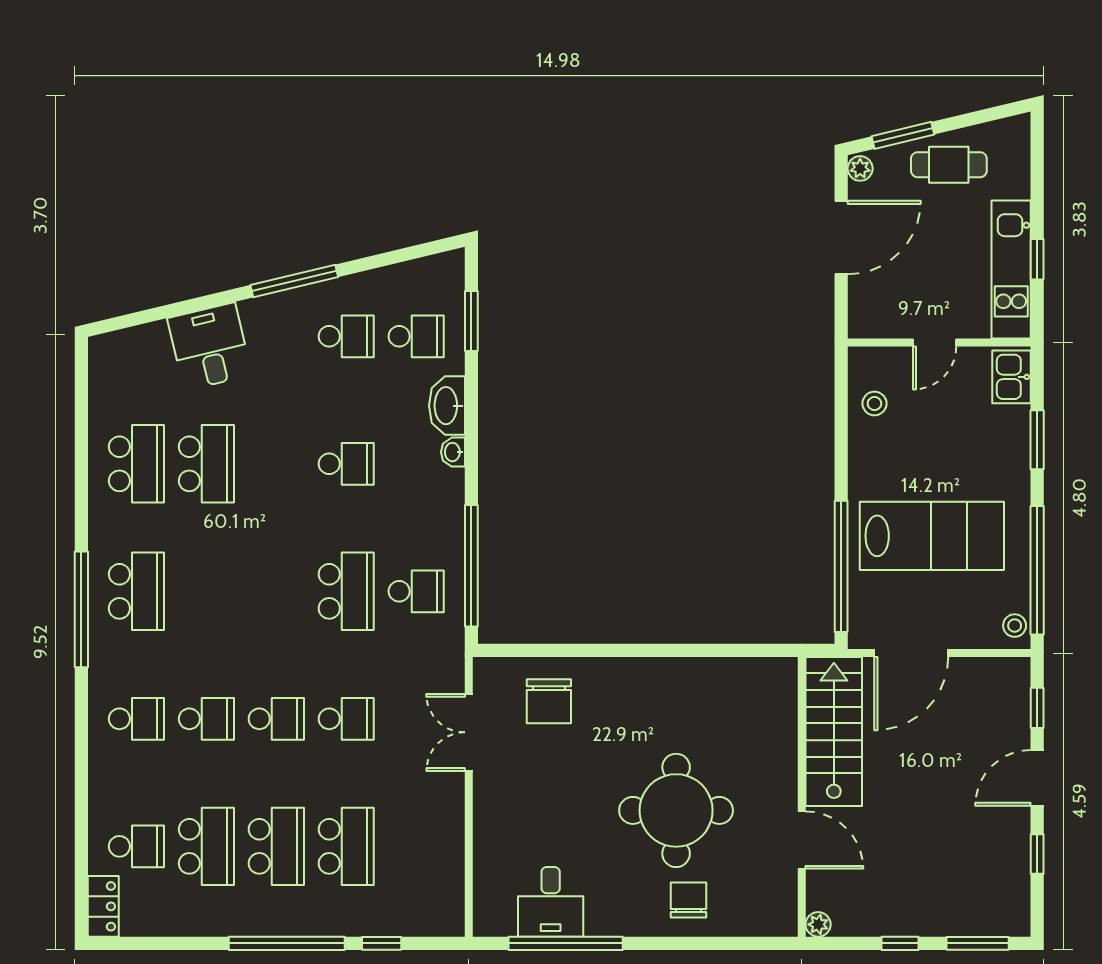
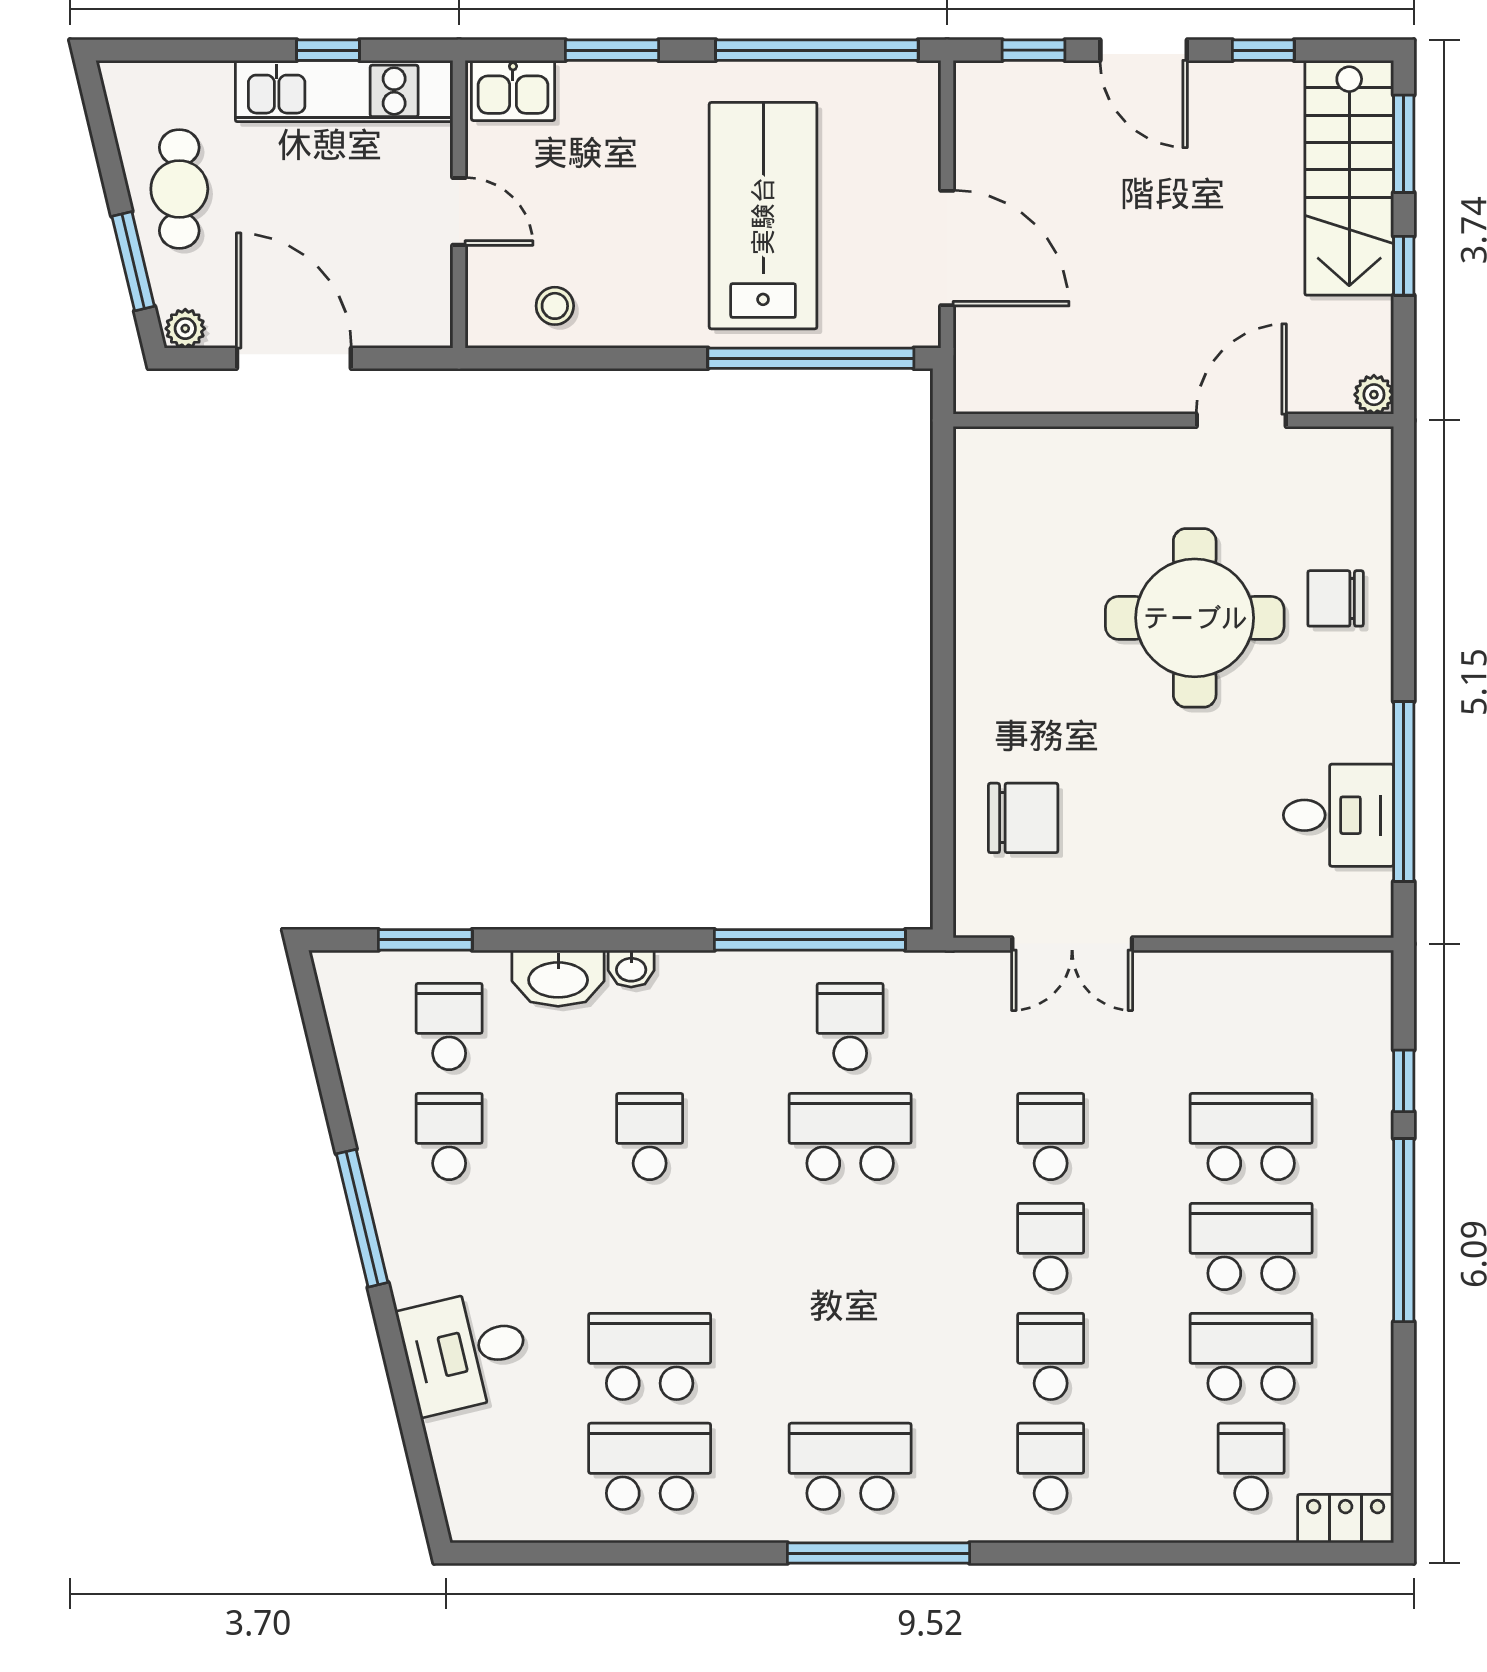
stool: (1015, 626) -> (904, 86), removed
stairs: (834, 732) -> (1349, 178), moved, turned -90

